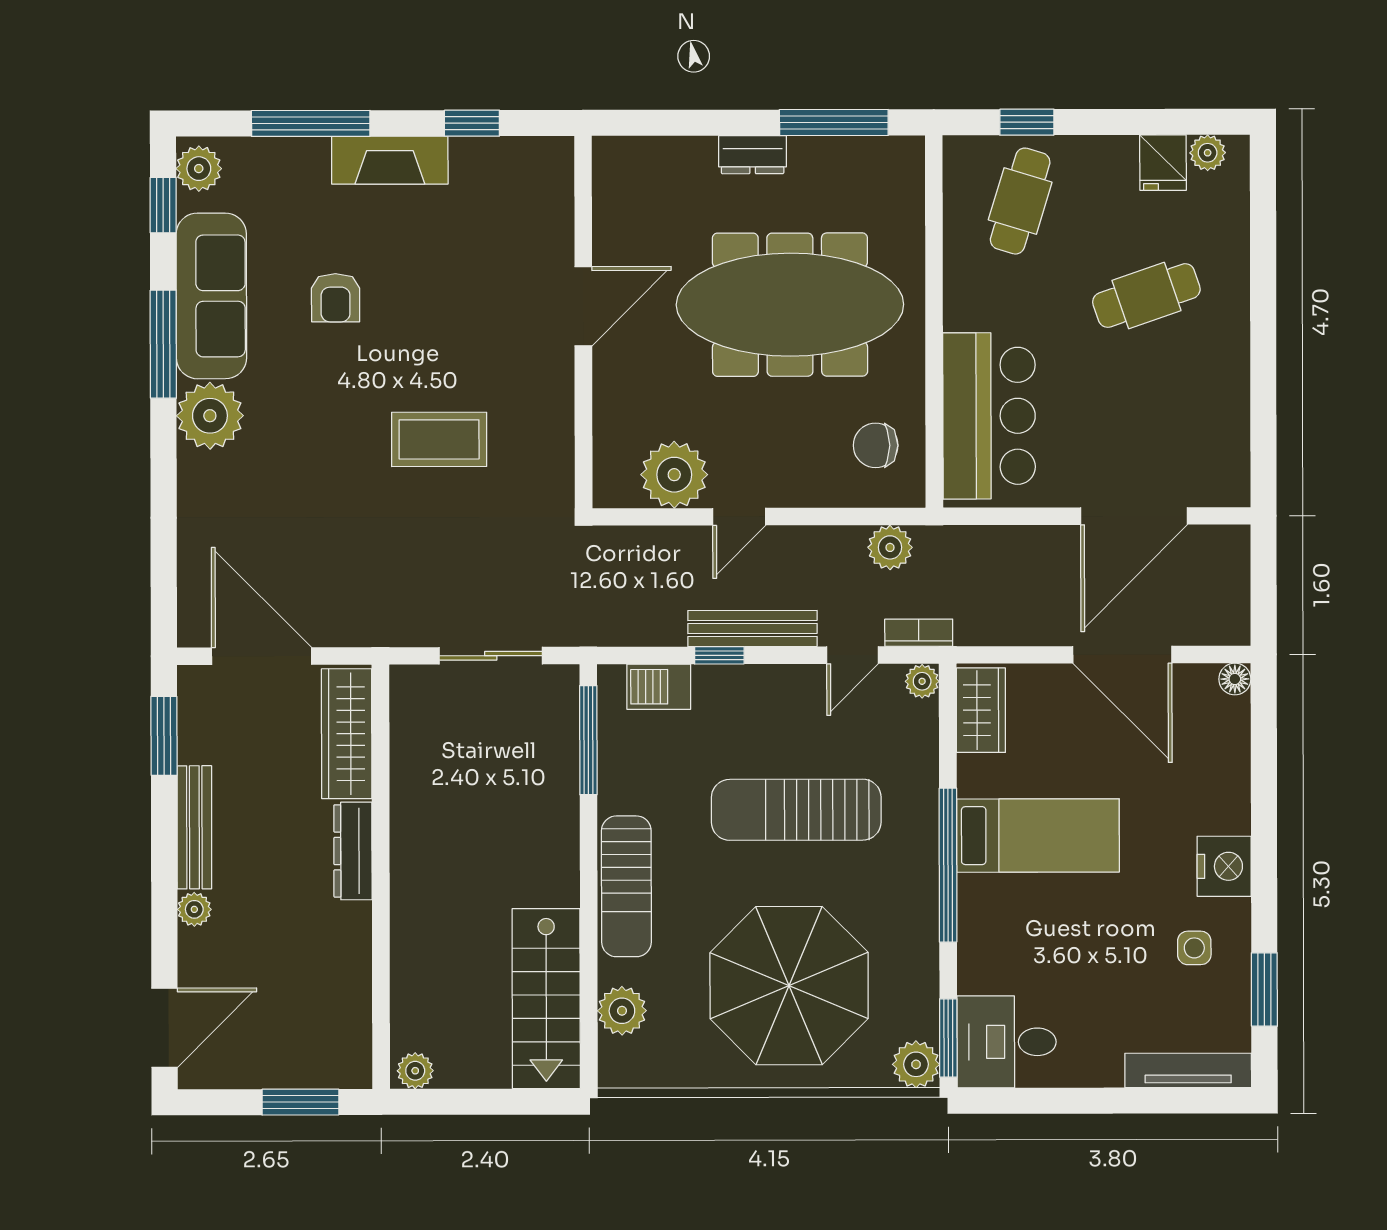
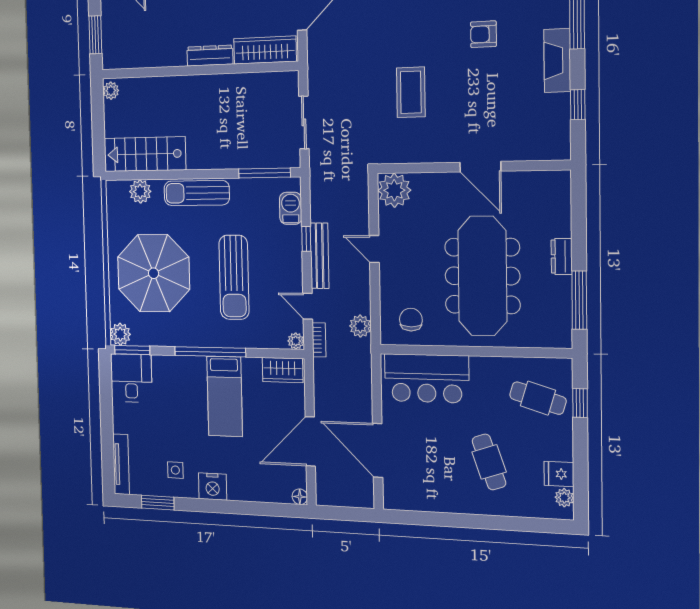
plant: (674, 475) -> (394, 190), moved
sun lounger: (796, 810) -> (234, 277), turned 180

